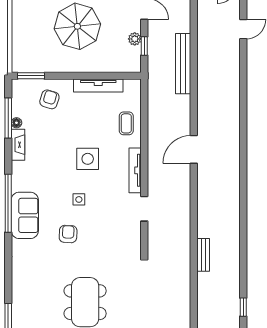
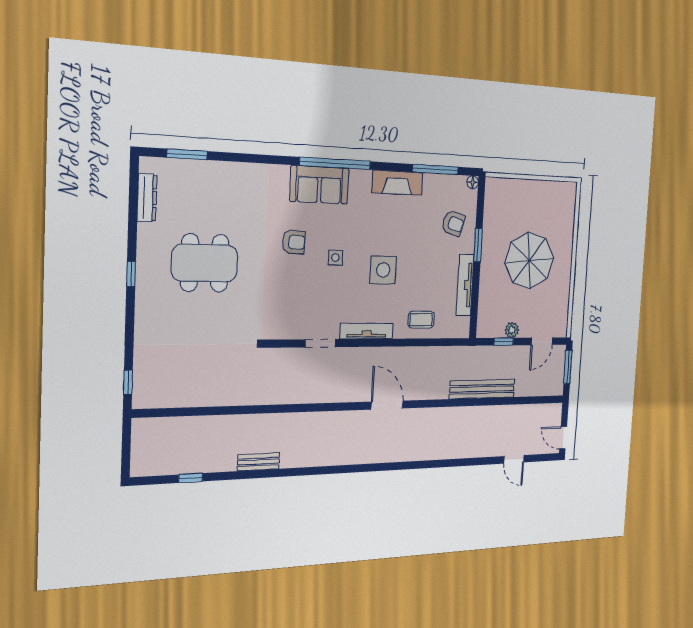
window: (31, 76) -> (478, 245), moved
floor lamp: (16, 123) -> (473, 182), moved
fireplace: (18, 145) -> (397, 183), width x1.37, depth x1.32
bench: (203, 255) -> (258, 462), moved

